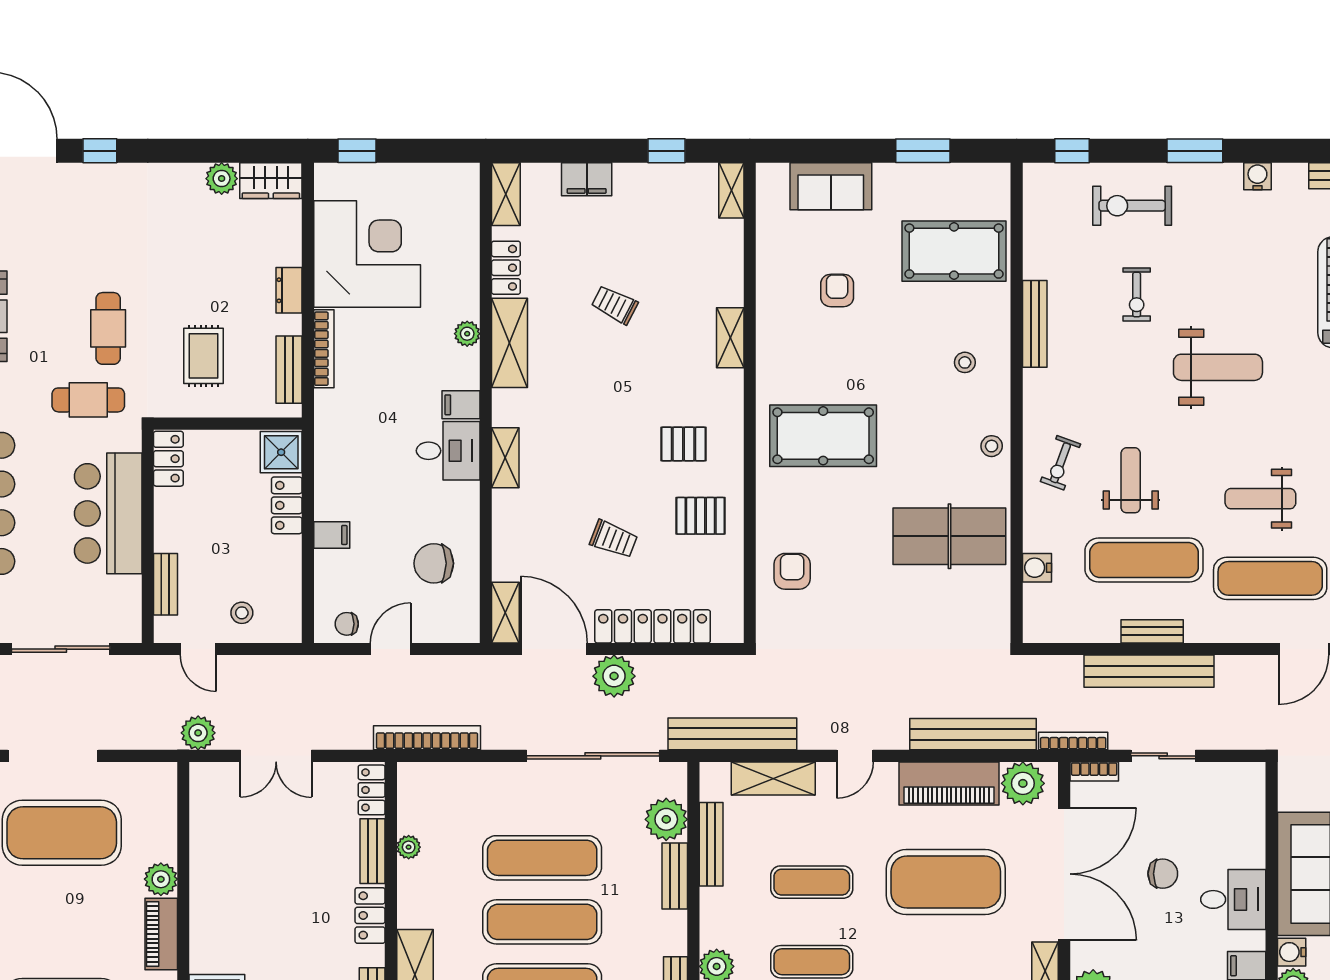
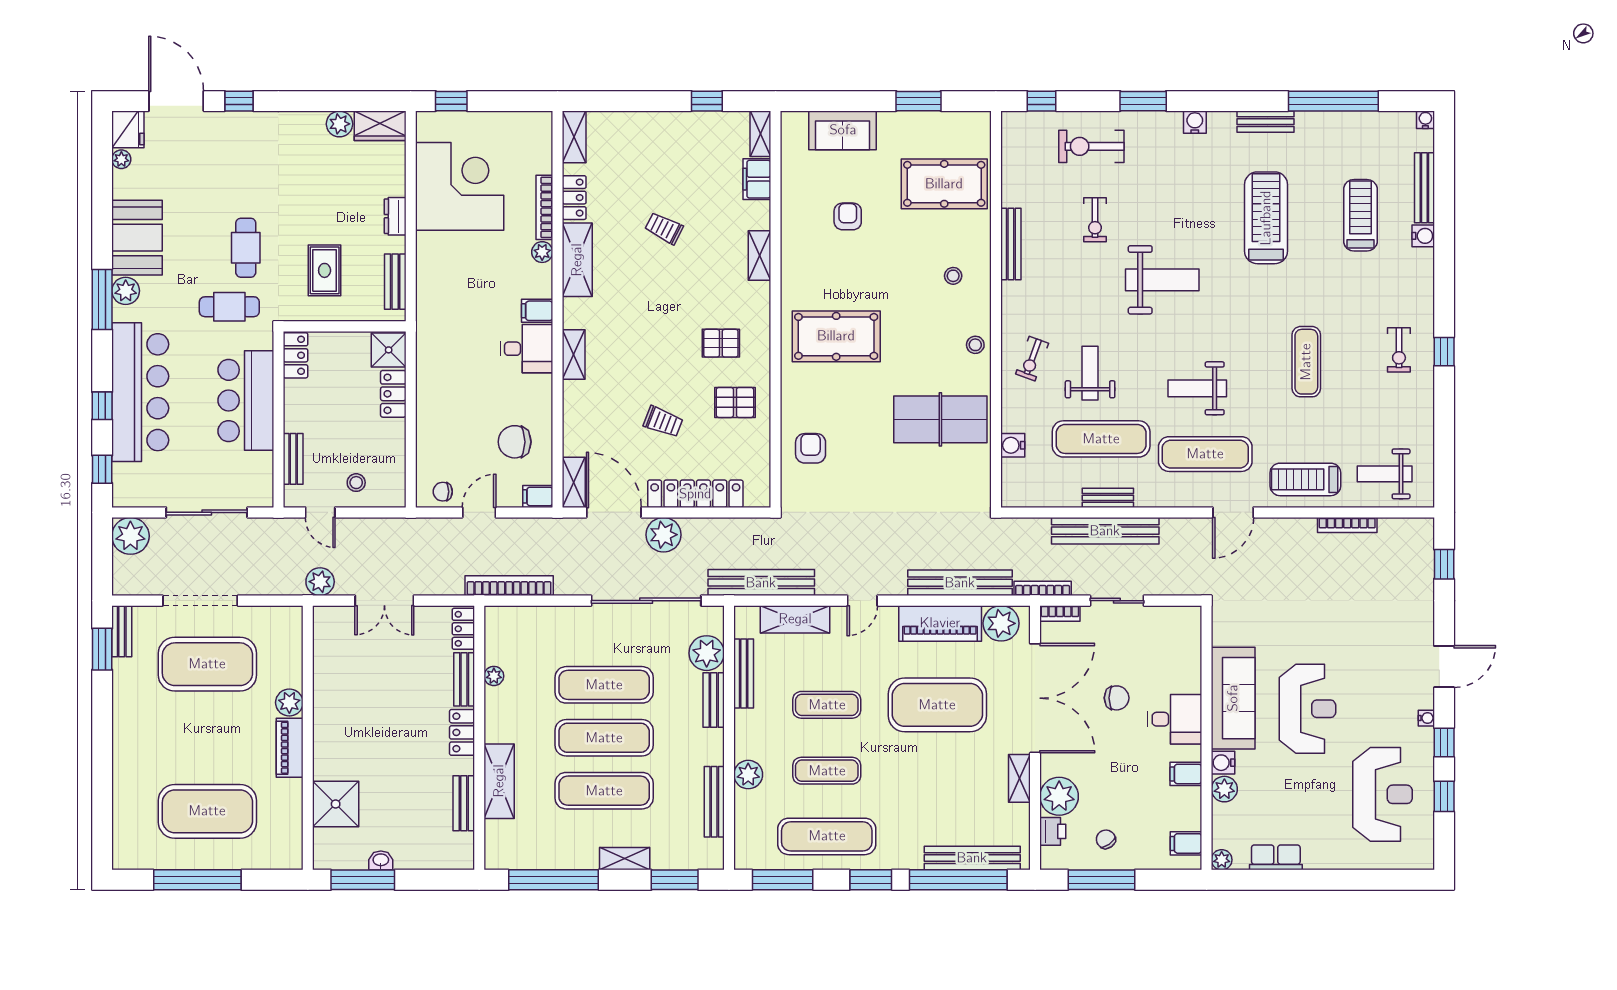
filing cabinet: (587, 179) -> (757, 179), moved, turned 90
bookcase: (324, 349) -> (544, 207), moved, turned 180
filing cabinet: (332, 535) -> (538, 496), moved, turned 180

